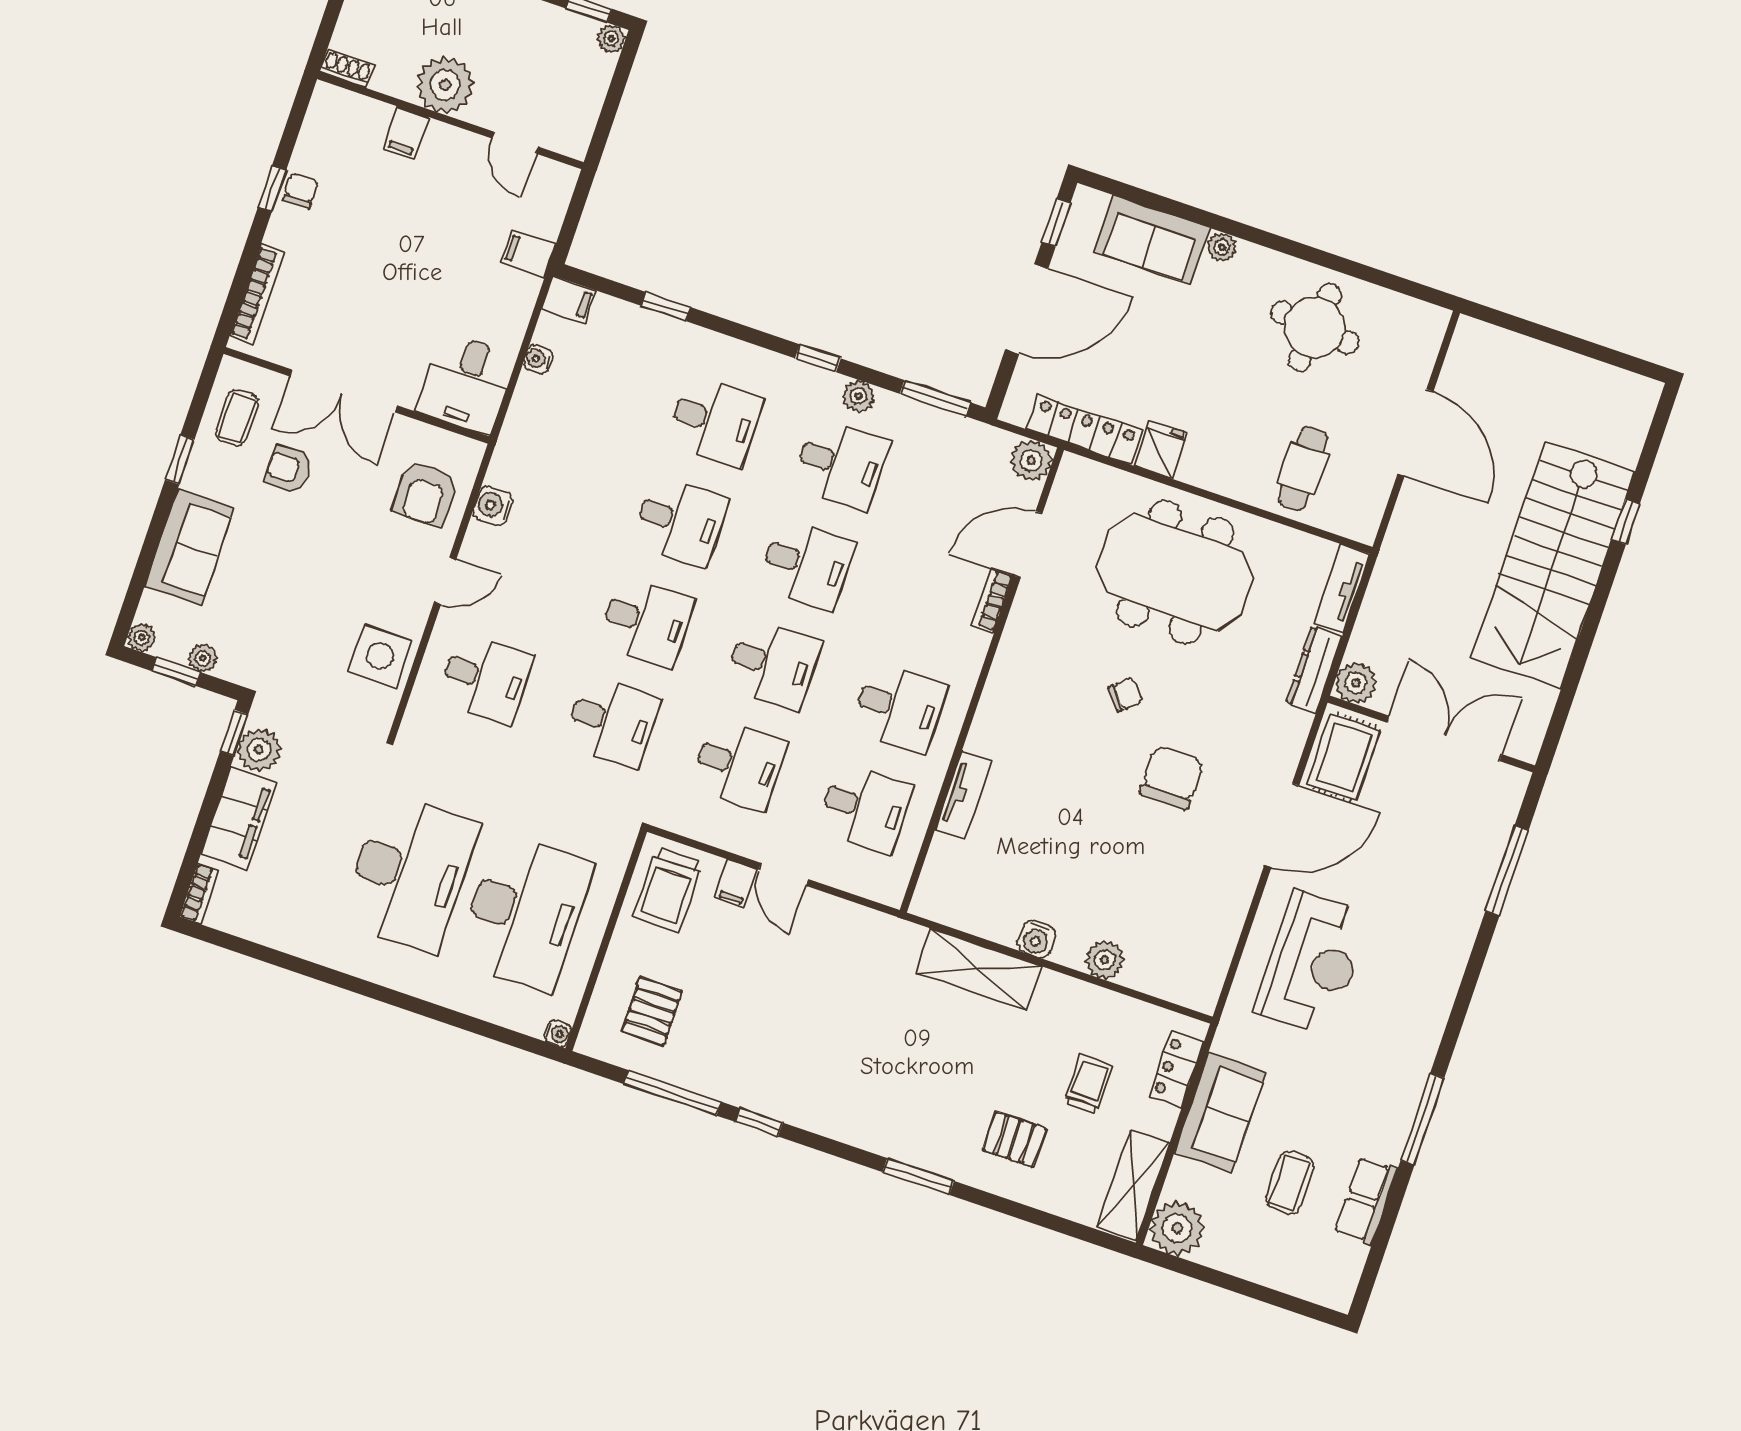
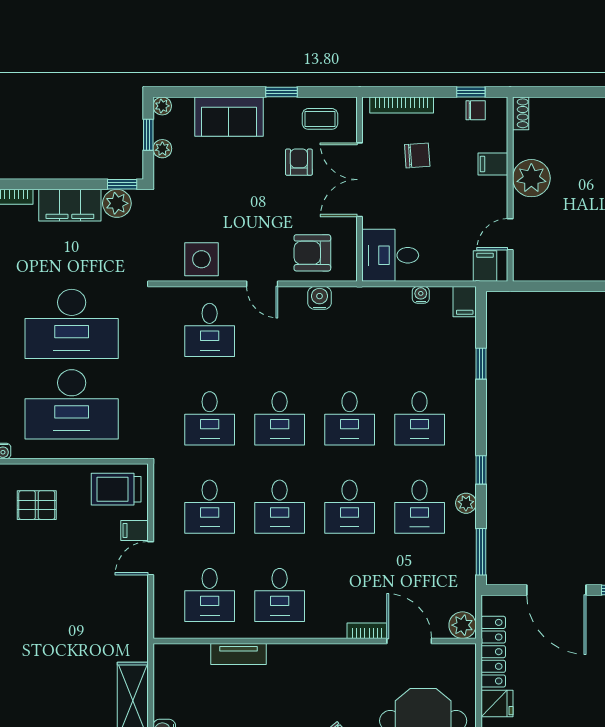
shoe rack: (347, 69) -> (521, 113), moved
plant: (445, 85) -> (531, 178), moved
wall: (450, 121) -> (510, 189), moved
filing cabinet: (406, 133) -> (493, 164), moved
door: (515, 143) -> (510, 234), moved
chair: (337, 297) -> (417, 155), added

